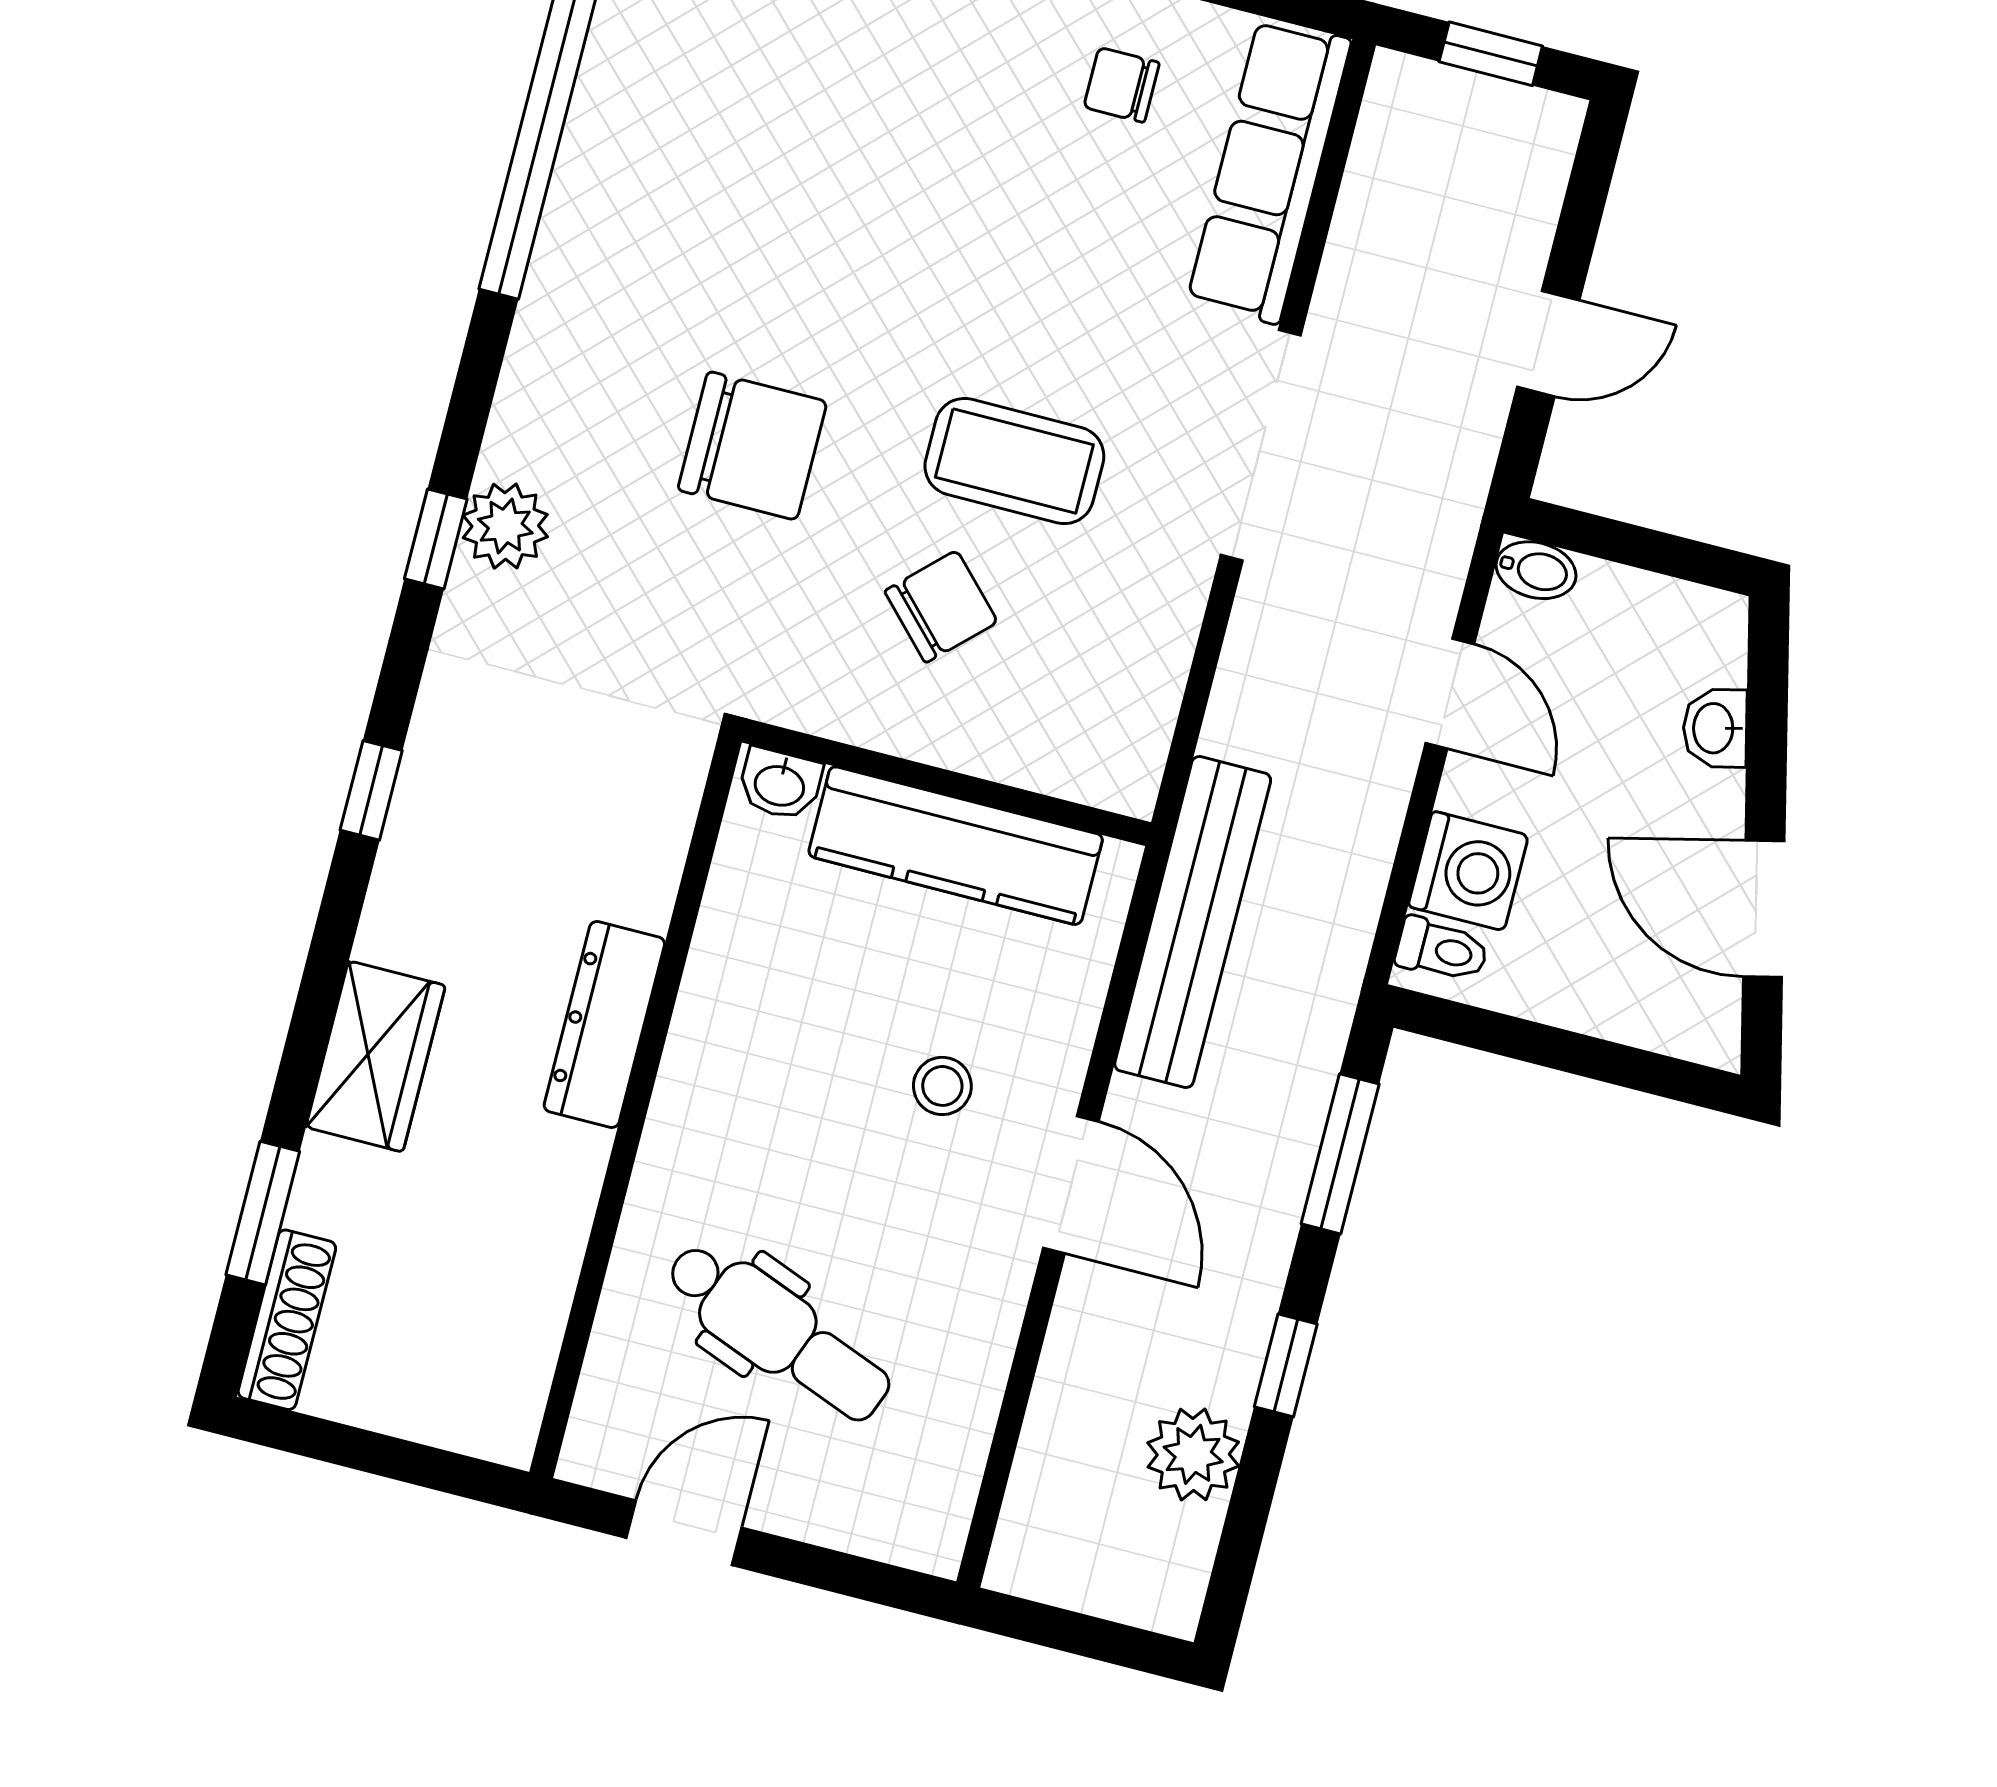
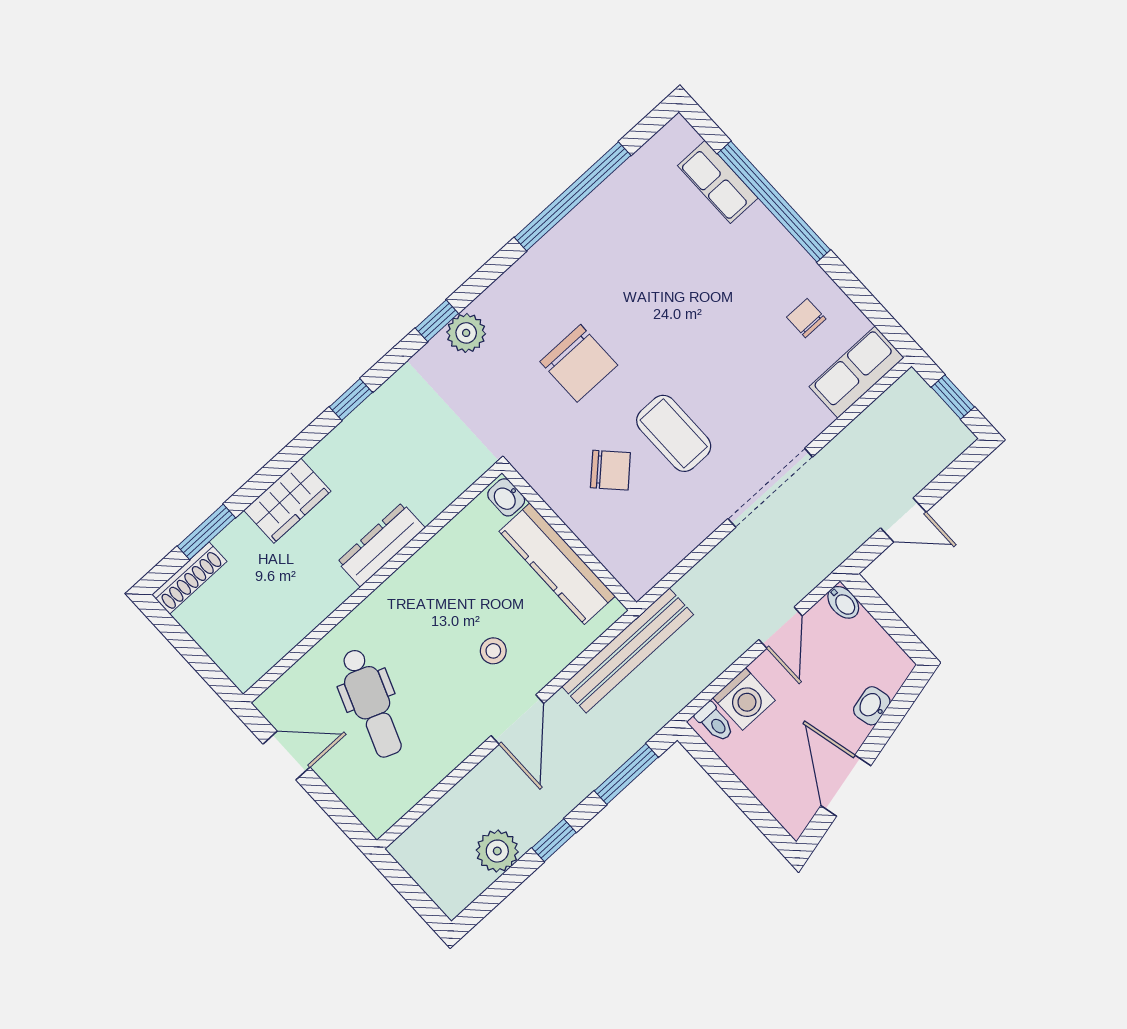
row of seats: (1269, 171) -> (857, 372), width x0.68

